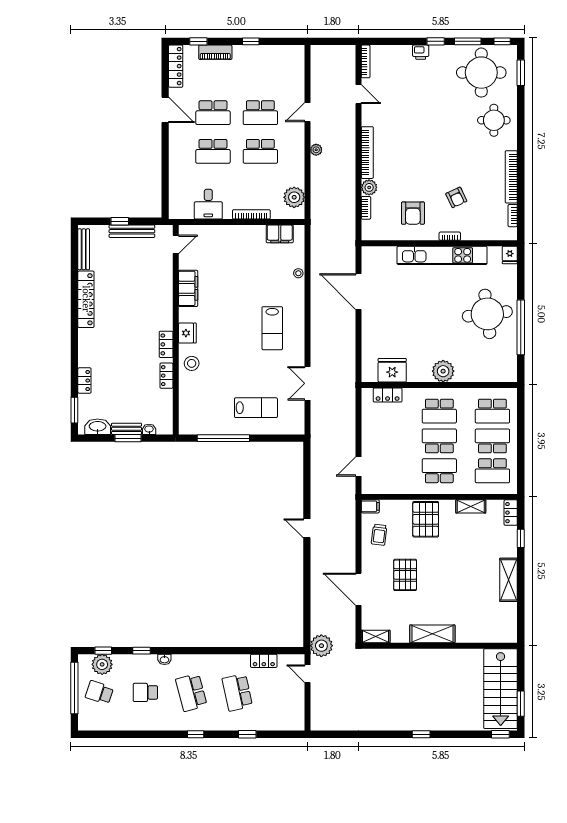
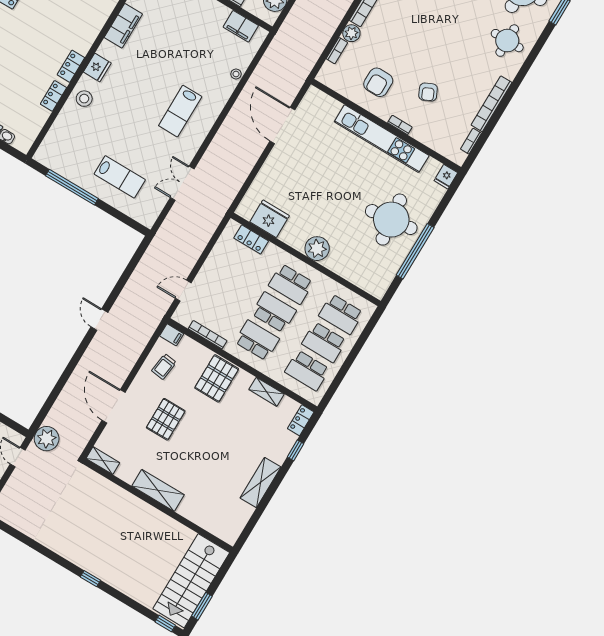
school desk: (492, 441) -> (324, 342), turned 180
bookcase: (398, 489) -> (208, 335), added

